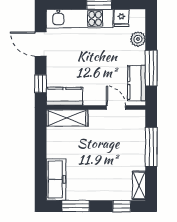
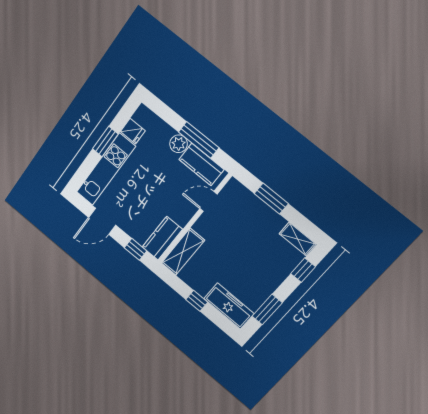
plant: (138, 39) -> (179, 144), moved
window: (151, 147) -> (271, 199), width x0.69
window: (41, 155) -> (197, 301), added

